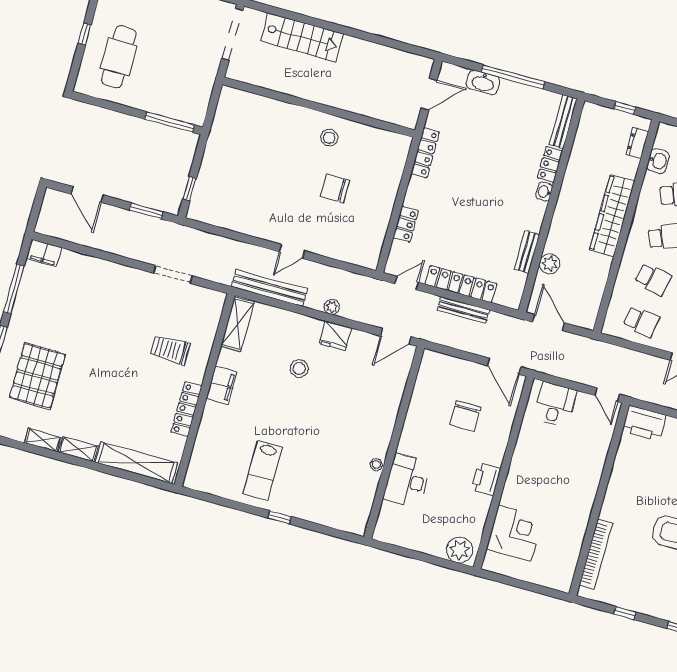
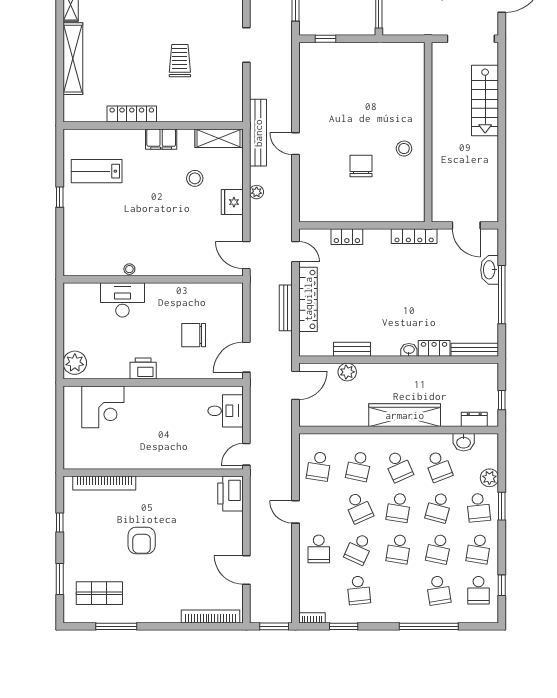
shelving: (238, 324) -> (219, 138), moved
filing cabinet: (222, 385) -> (161, 139), moved
wall: (205, 390) -> (153, 125), moved
locker: (186, 409) -> (132, 114), moved

